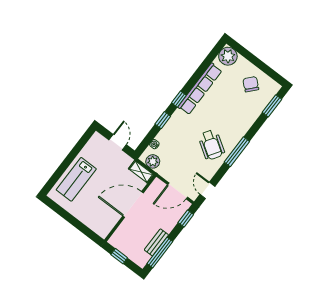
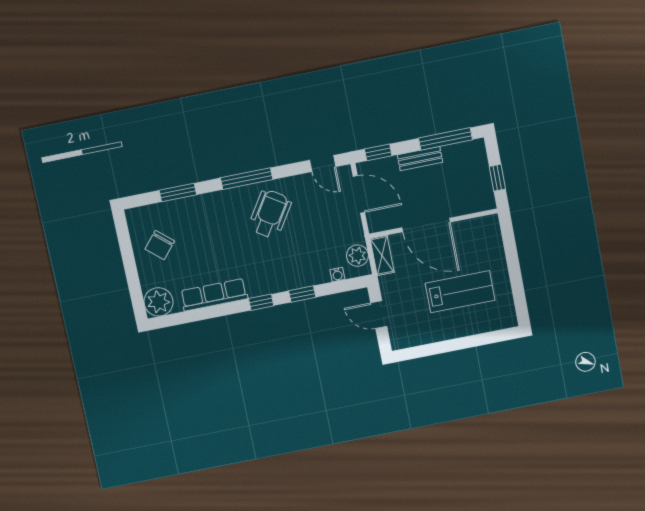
row of seats: (200, 89) -> (214, 295), width x0.73
window: (272, 106) -> (178, 193), moved
door: (118, 142) -> (379, 315), hinge flipped
lab bench: (76, 179) -> (460, 292), moved
door: (207, 190) -> (323, 163), hinge flipped
bench: (156, 242) -> (420, 159), moved

